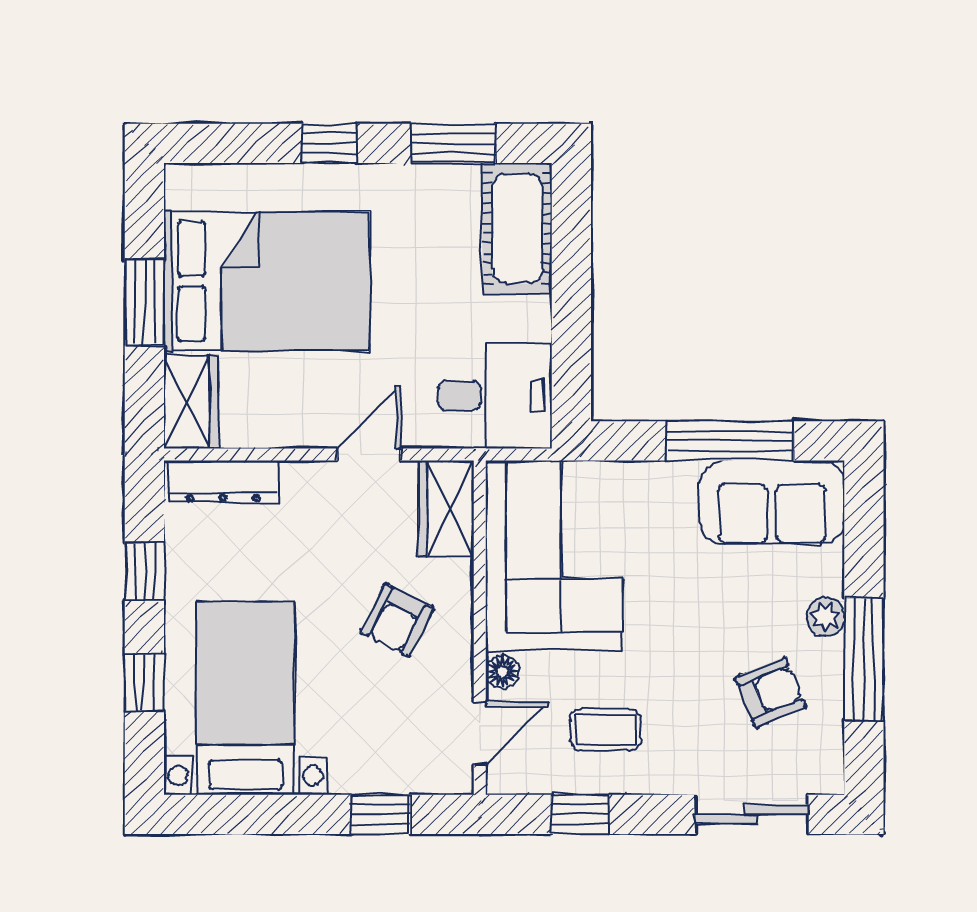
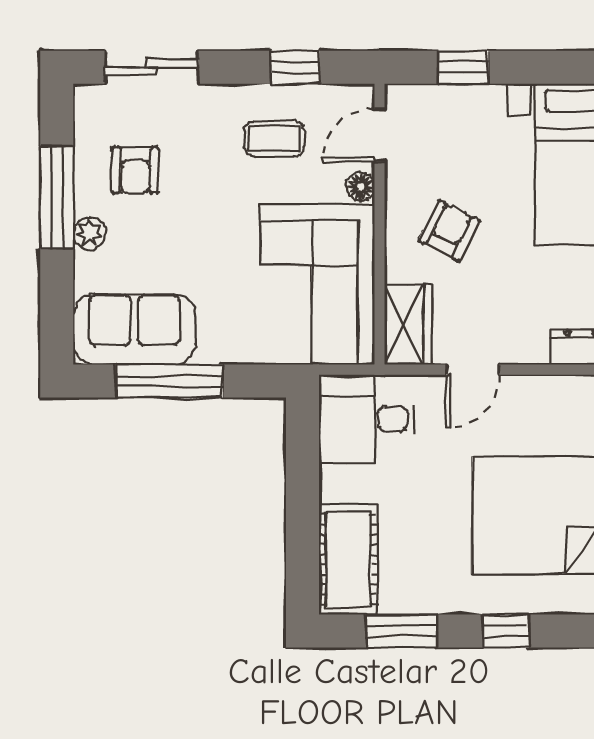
armchair: (771, 692) -> (135, 170), turned -68

